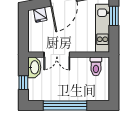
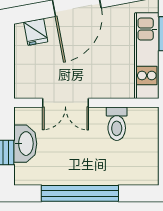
toilet: (96, 66) -> (117, 124), moved
washbasin: (34, 67) -> (25, 144), moved

